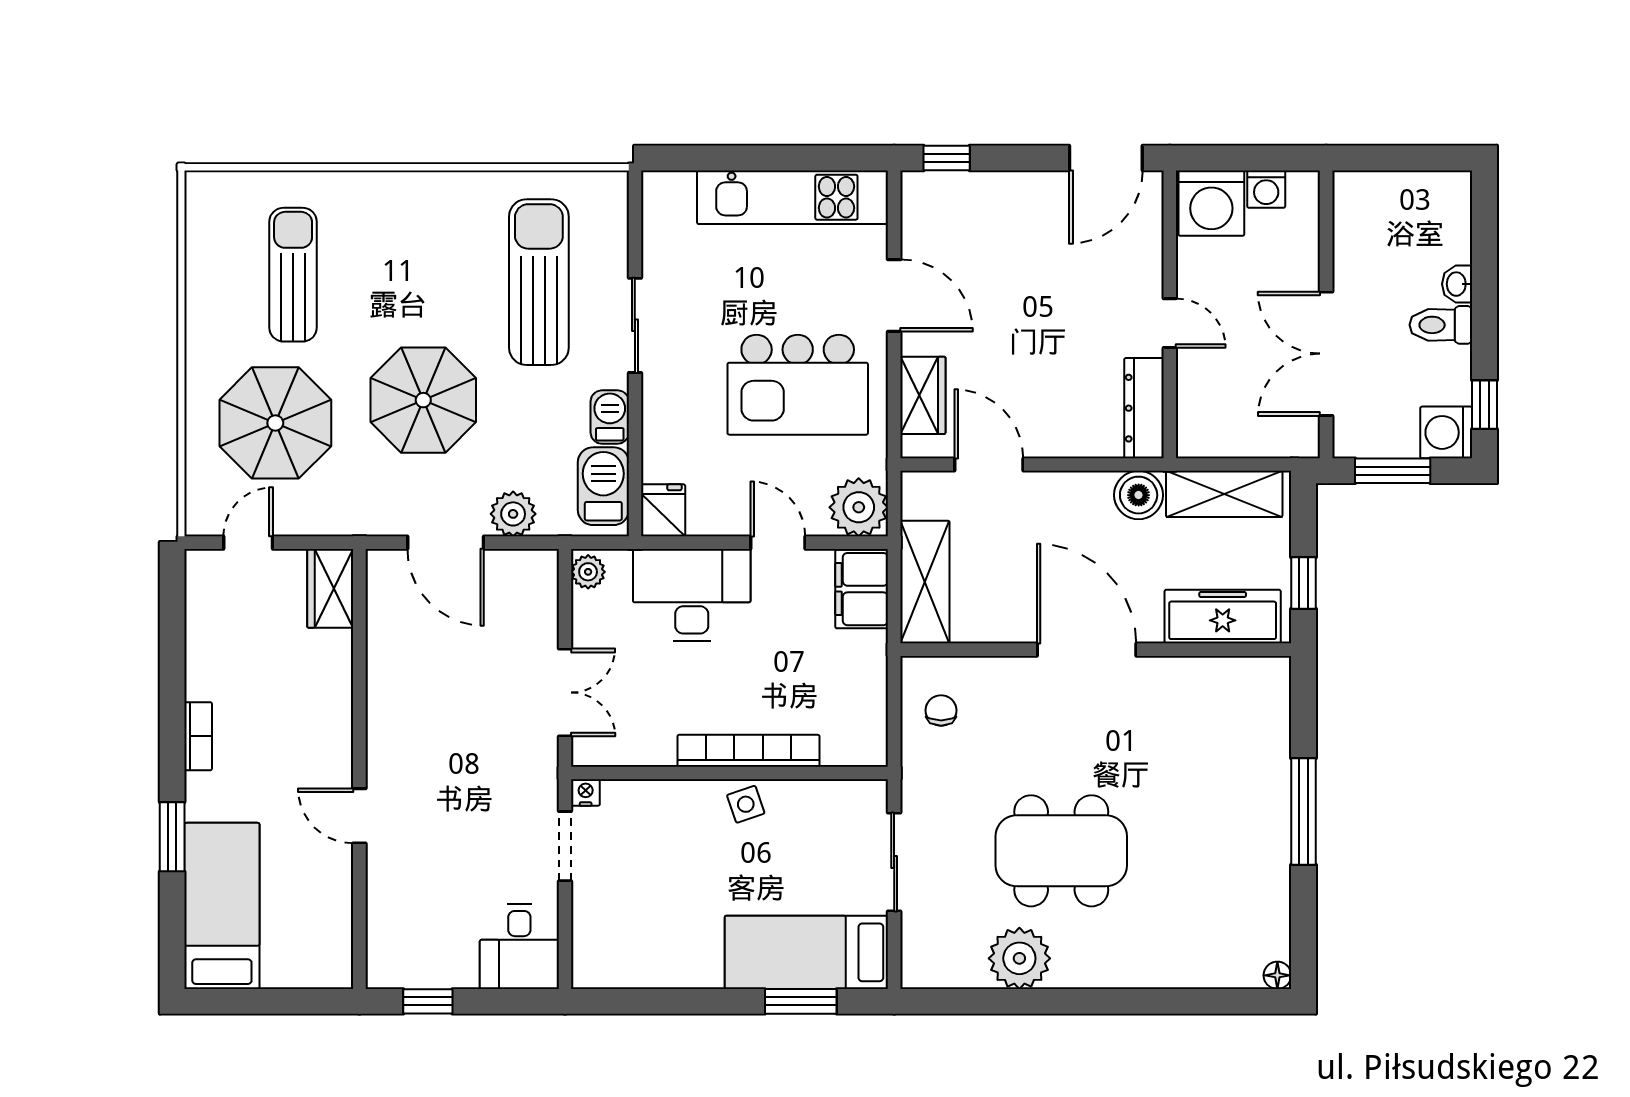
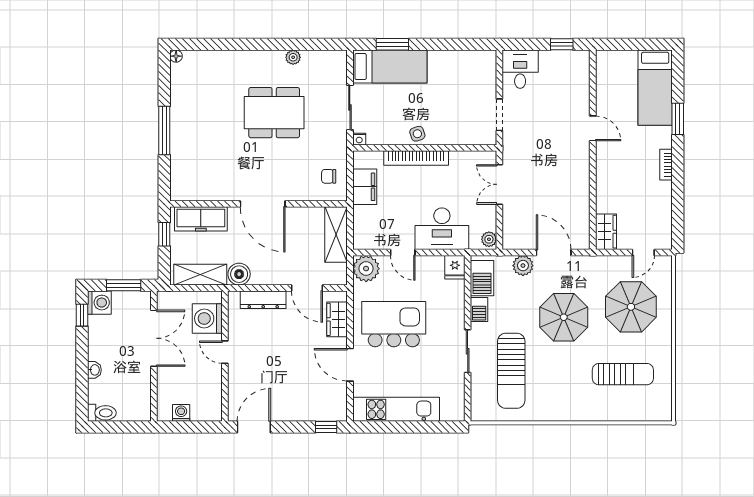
washing machine: (1211, 203) -> (207, 318), moved, turned -90
sun lounger: (293, 275) -> (623, 374), turned -90
toilet: (1441, 325) -> (102, 413), moved
dresser: (1144, 408) -> (263, 300), moved, turned 90
filing cabinet: (862, 589) -> (365, 187), moved
chair: (941, 710) -> (329, 176), turned 90
nightstand: (586, 793) -> (359, 139), moved
plant: (1019, 958) -> (293, 57), width x0.53, depth x0.53

